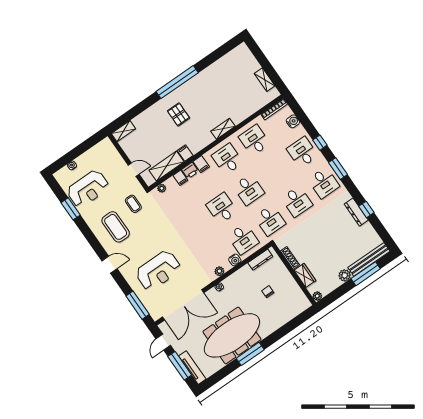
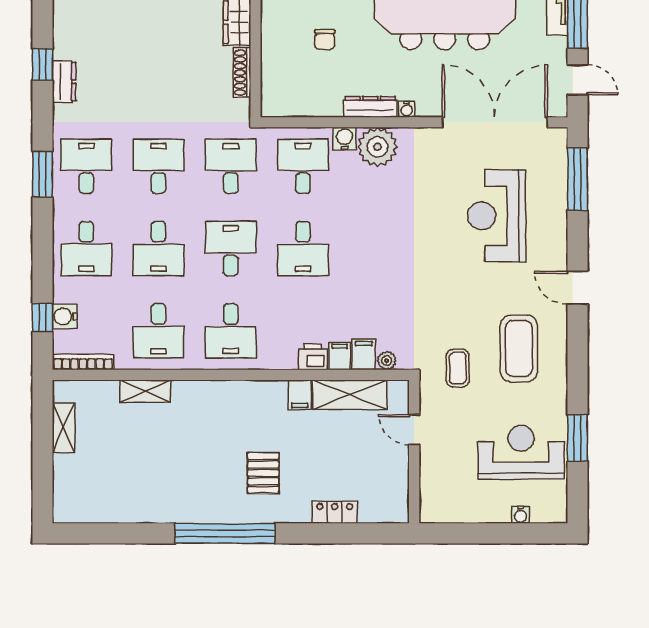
locker: (142, 118) -> (335, 512), added
shelving: (223, 129) -> (145, 391), moved
shelving: (123, 131) -> (384, 512), removed
window: (320, 143) -> (43, 318), moved
filing cabinet: (201, 164) -> (364, 354), moved
desk: (276, 171) -> (159, 249), added
dresser: (356, 212) -> (64, 82), width x0.70
dresser: (260, 260) -> (370, 107), moved
reception desk: (158, 271) -> (497, 216), turned -90
plant: (219, 271) -> (377, 147), width x1.87, depth x1.87
door: (163, 342) -> (578, 80), hinge flipped

